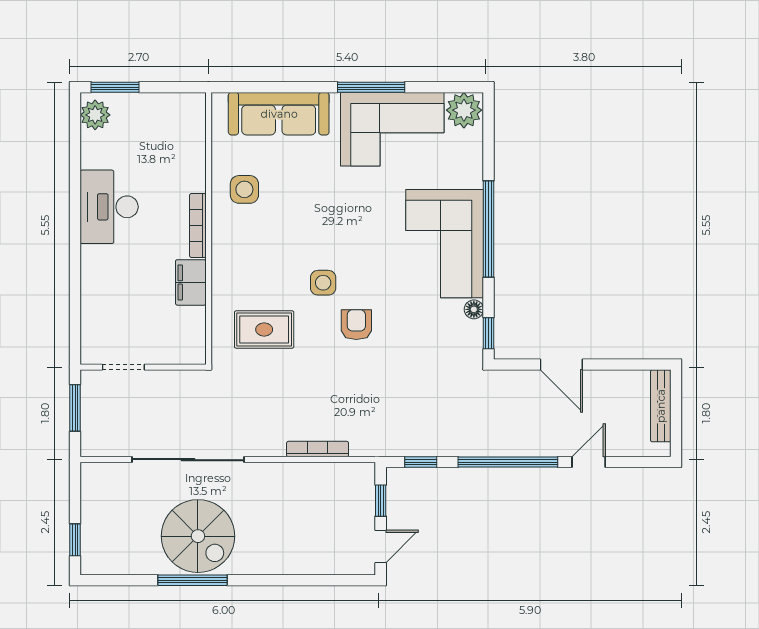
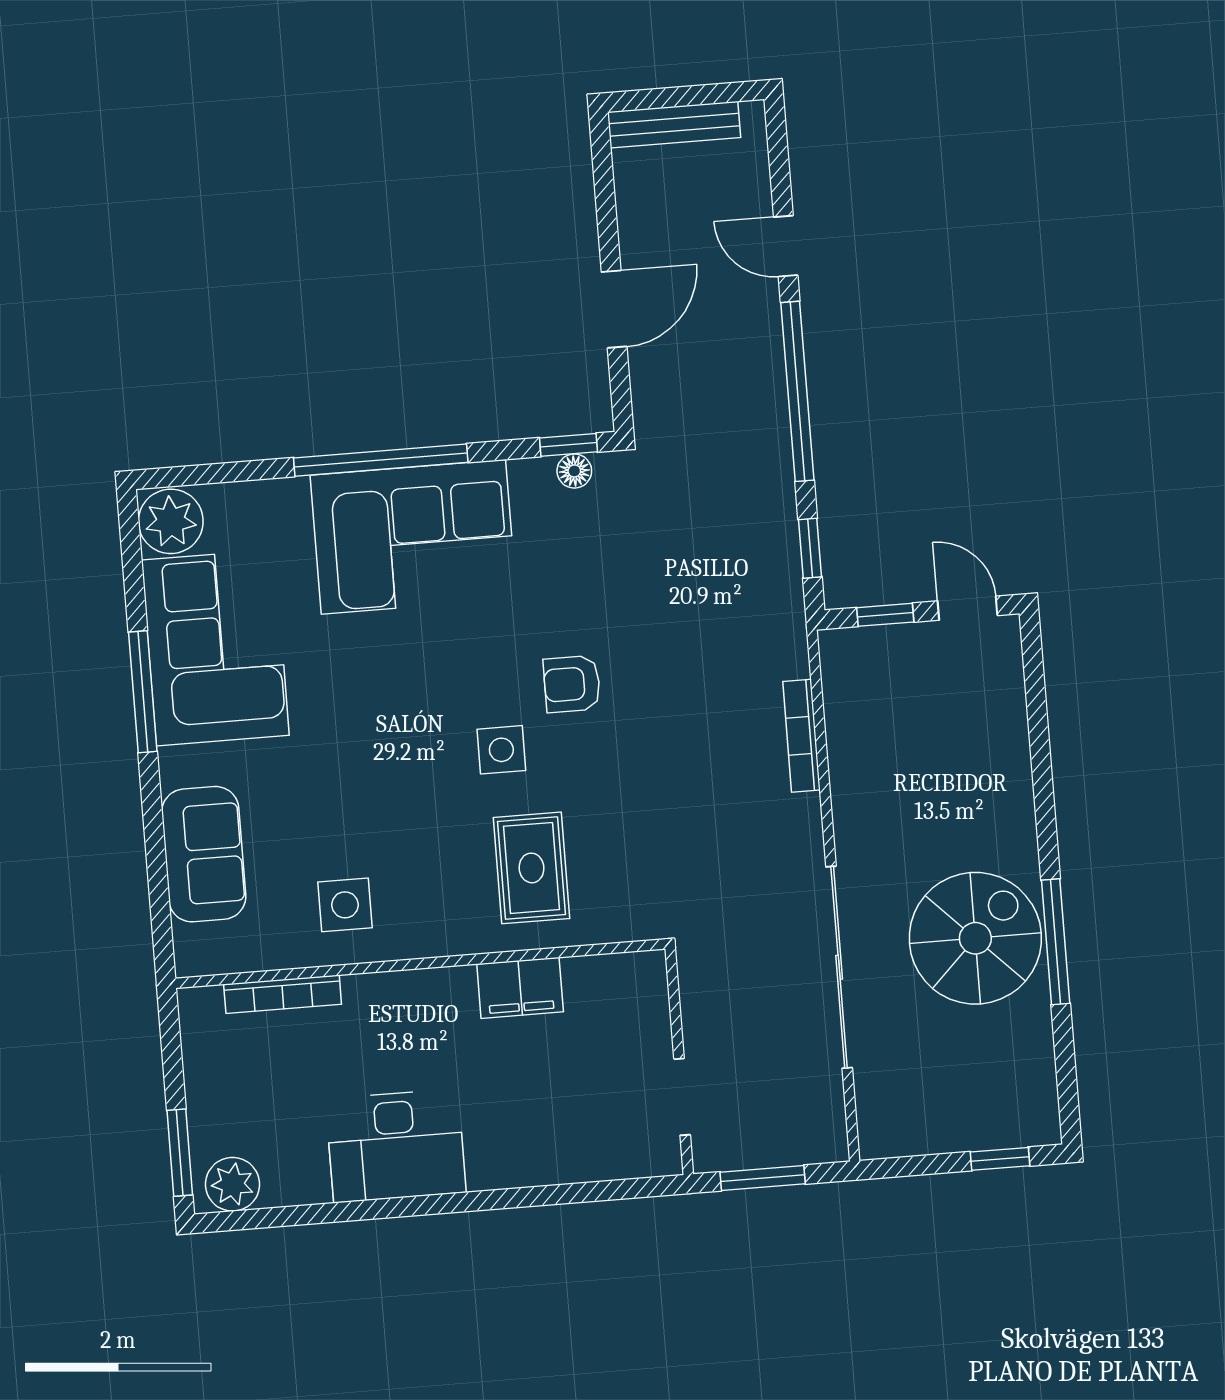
sofa: (279, 114) -> (204, 854), width x0.73
bookcase: (198, 225) -> (283, 994), moved
floor lamp: (474, 309) -> (574, 471), moved
rug: (264, 329) -> (532, 868), moved

